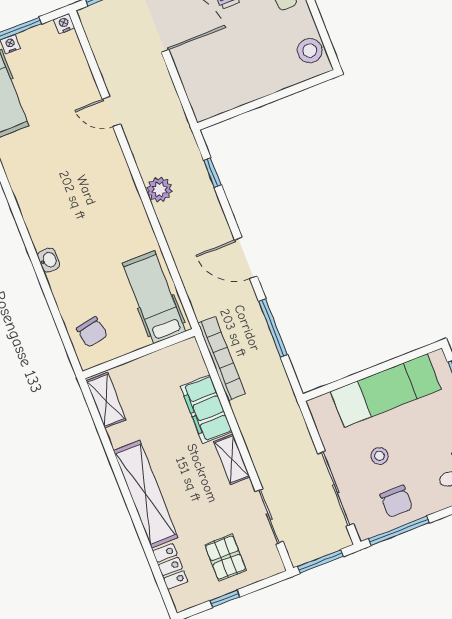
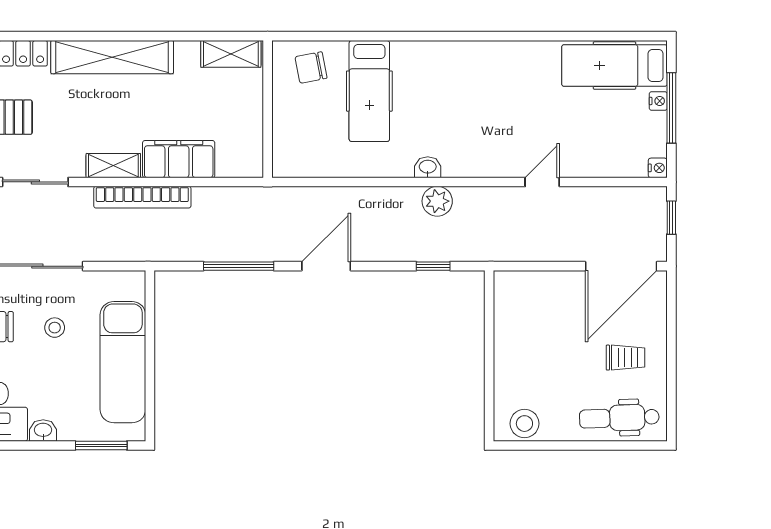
washbasin: (49, 260) -> (428, 167), moved, turned 180
hospital bed: (154, 297) -> (369, 91), moved, turned 90
bookcase: (222, 358) -> (142, 197), moved

